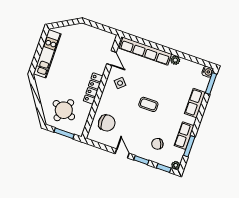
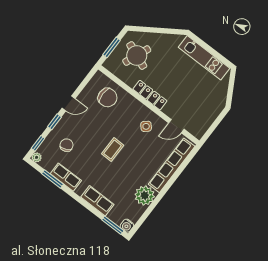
plant: (175, 60) -> (145, 196), width x1.87, depth x1.87
chair: (107, 123) -> (107, 98), turned -90

